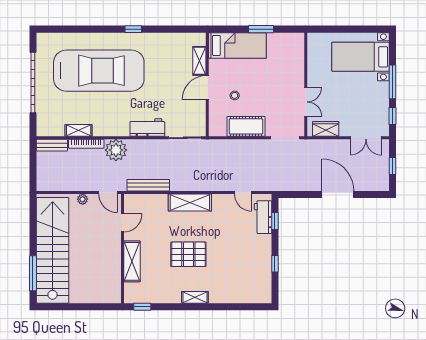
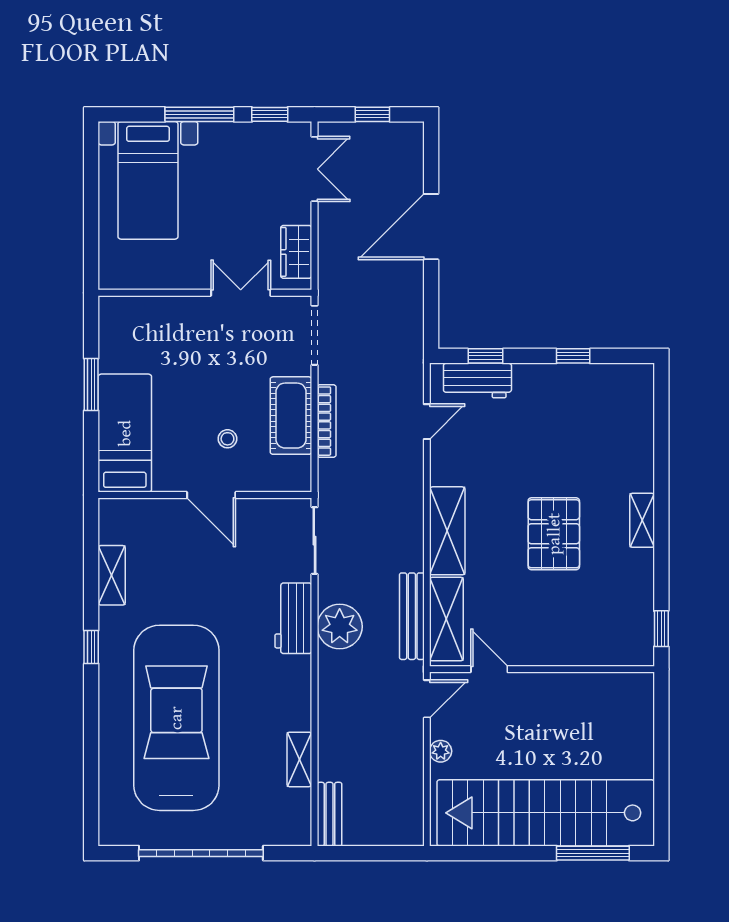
shelving: (199, 61) -> (112, 575), moved, turned 90
bookcase: (86, 144) -> (327, 421), moved
plant: (116, 150) -> (340, 627), moved
shelving: (132, 261) -> (446, 619), moved, turned 90

